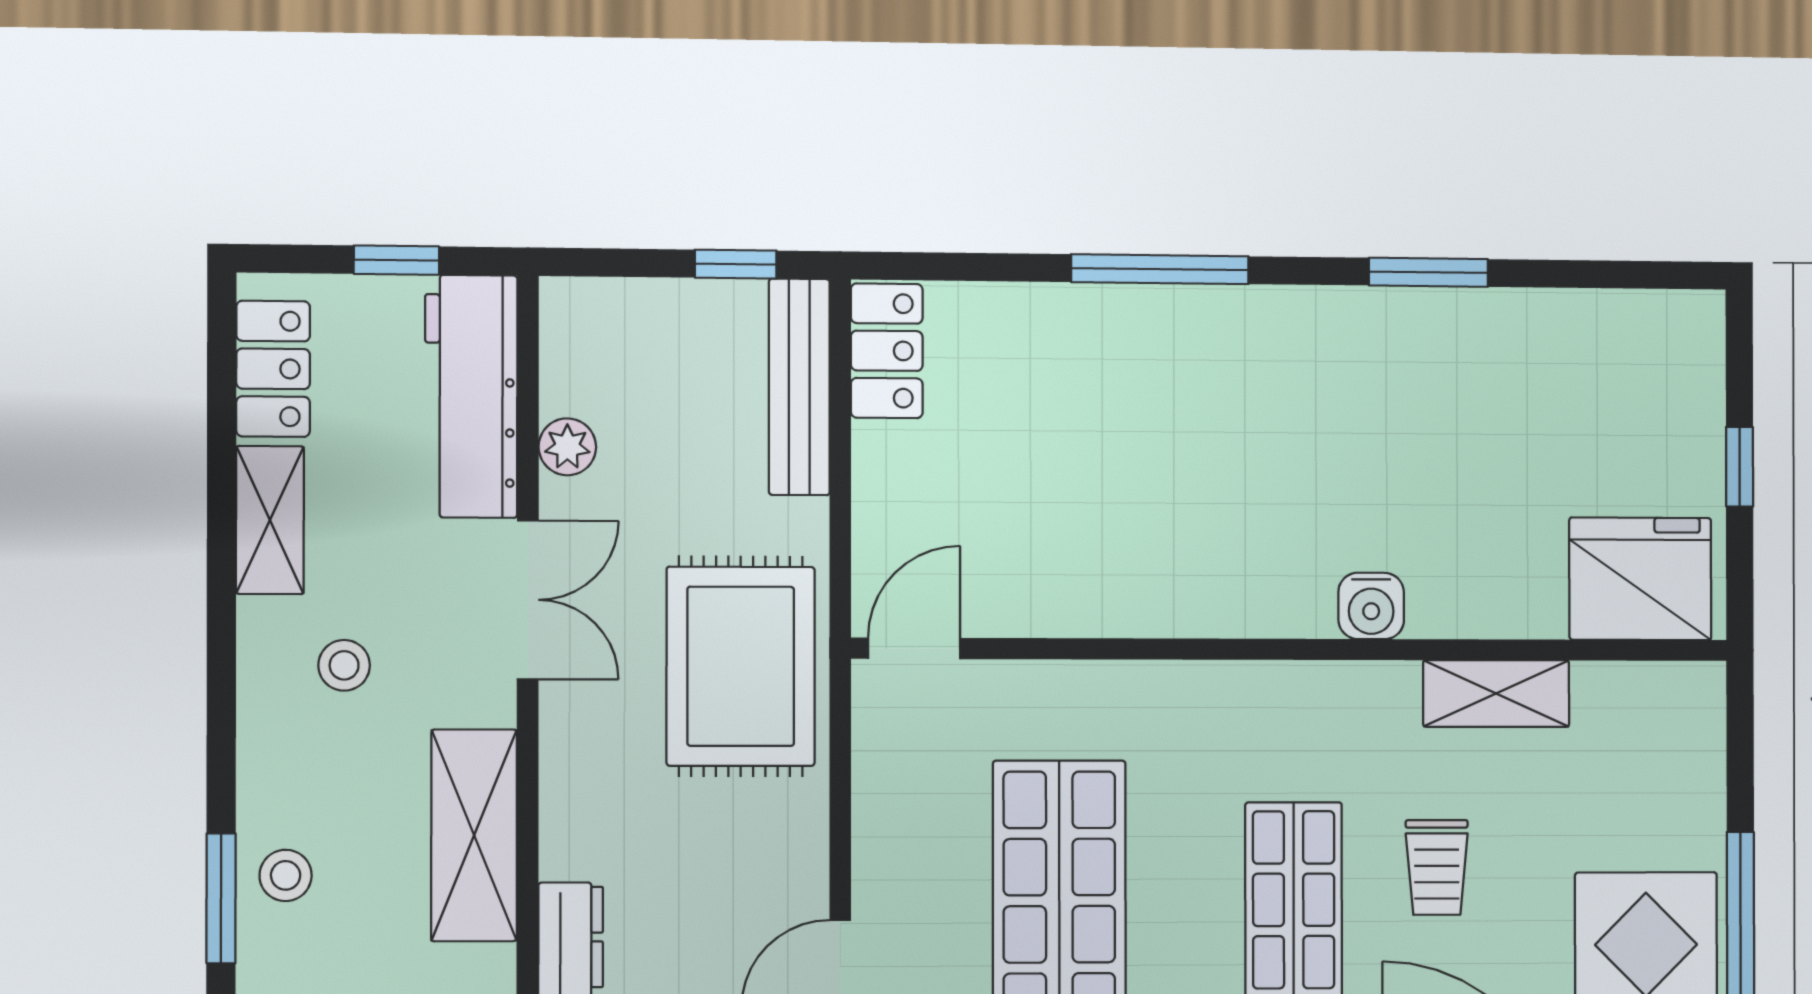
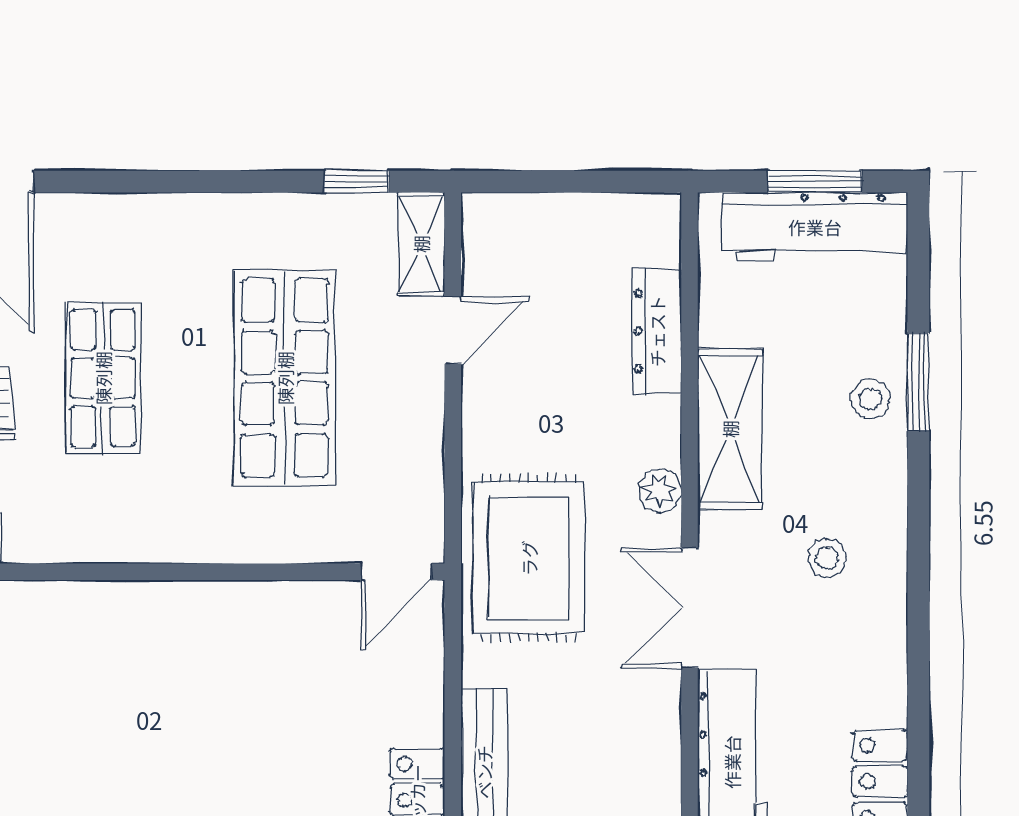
plant: (567, 447) -> (660, 491), moved
shelving: (270, 520) -> (882, 667), removed
water cooler: (1371, 606) -> (42, 605), removed

